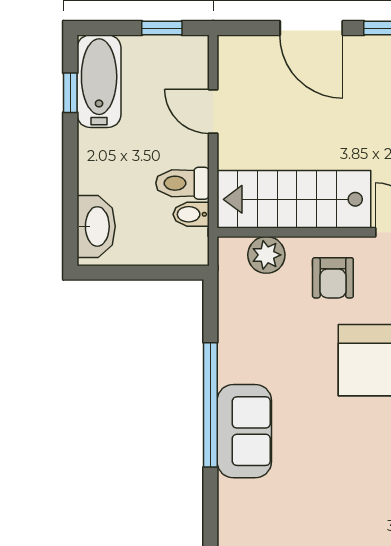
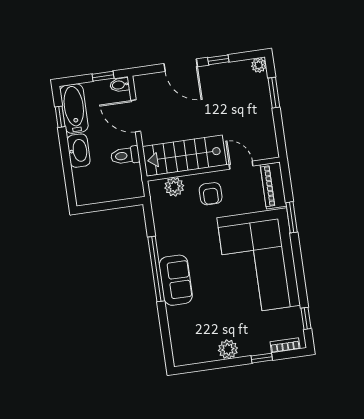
door: (213, 111) -> (136, 116), width x1.38
bidet: (191, 214) -> (120, 85), moved
washbasin: (96, 226) -> (79, 151), moved

